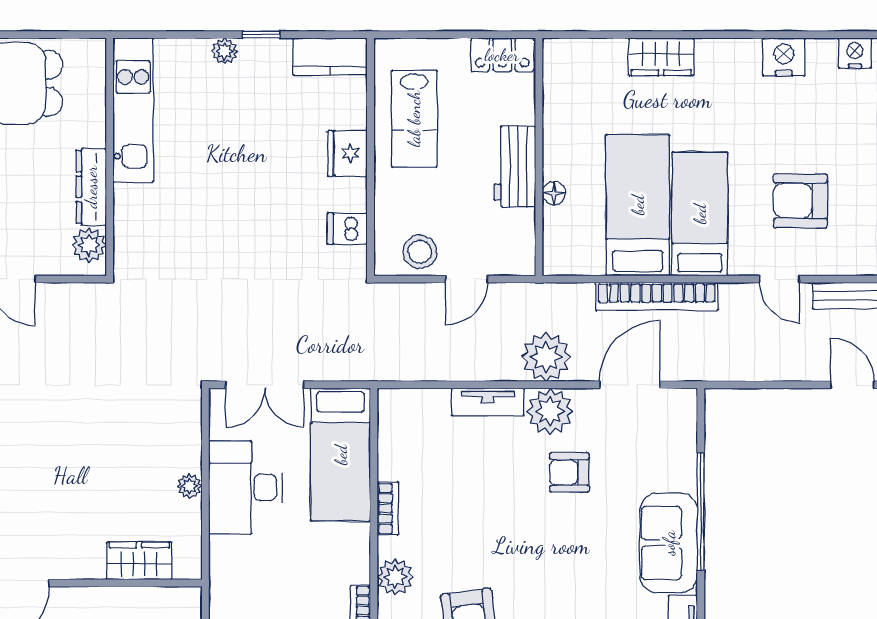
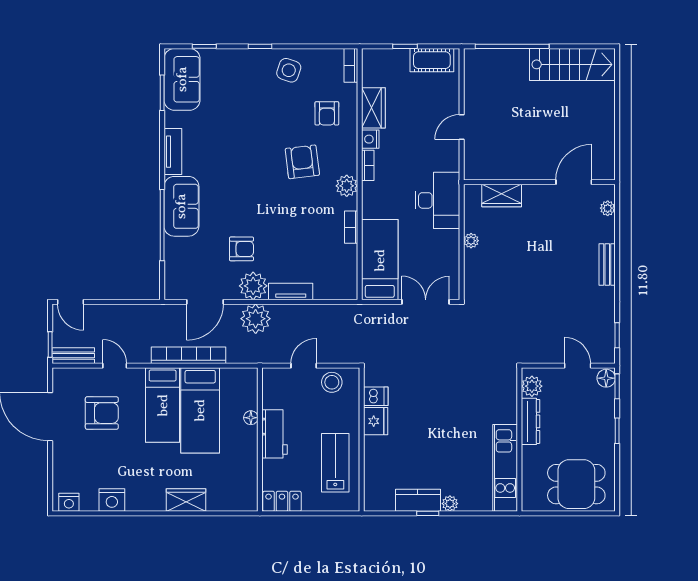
kitchen counter: (330, 57) -> (418, 500), moved
fridge: (347, 153) -> (376, 421), moved
desk: (245, 488) -> (437, 200), moved

